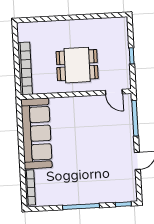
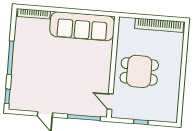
dining table: (77, 65) -> (139, 71), turned 90
bookcase: (25, 68) -> (159, 25), moved
door: (114, 92) -> (110, 102), hinge flipped

